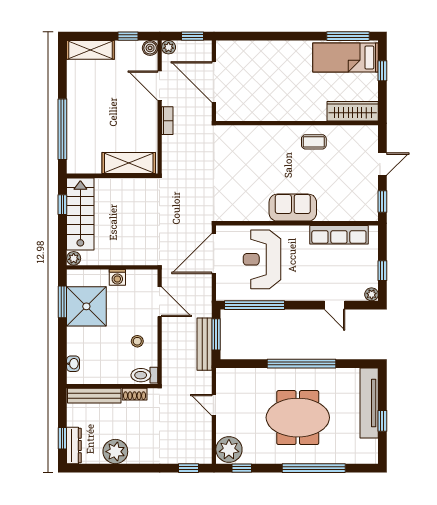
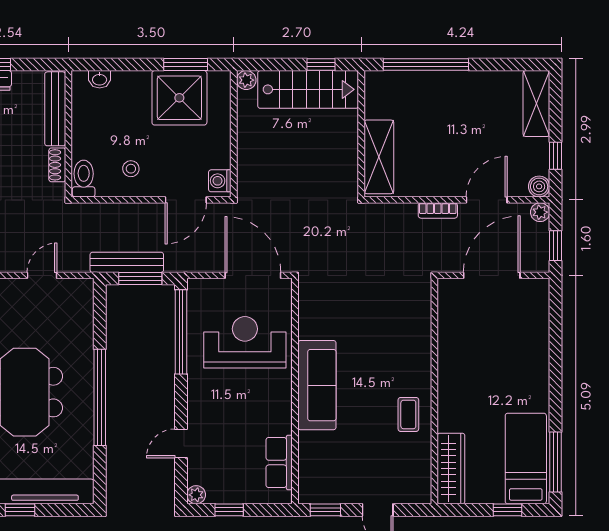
sofa: (293, 208) -> (317, 385), width x1.36
row of seats: (339, 235) -> (279, 463), width x0.68
washing machine: (117, 277) -> (220, 181), moved

